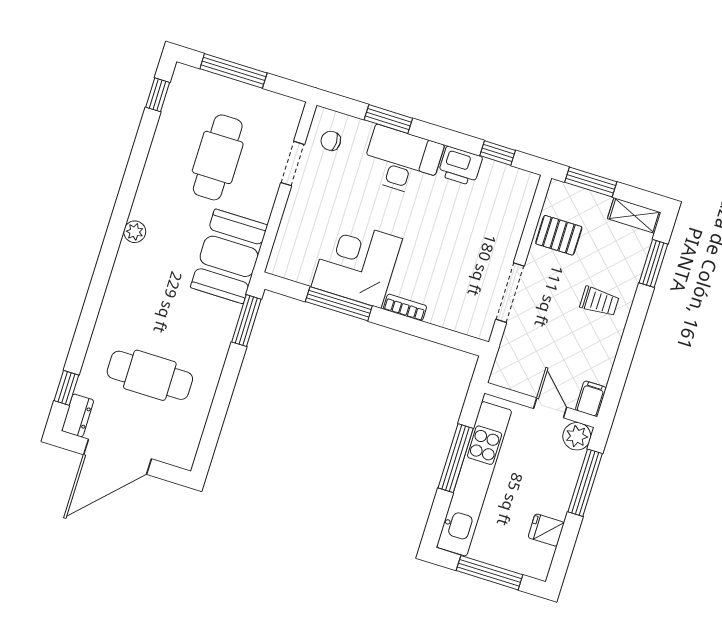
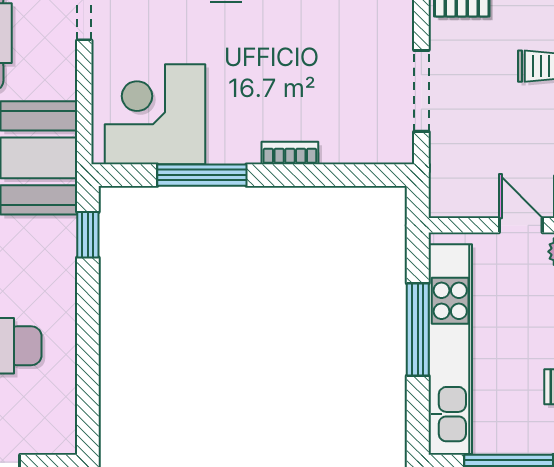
corner desk: (357, 263) -> (155, 114), moved
window: (246, 321) -> (88, 235), width x0.67

